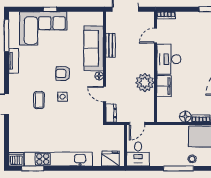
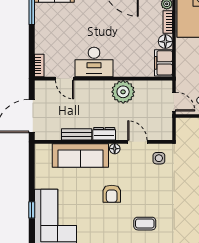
filing cabinet: (164, 86) -> (163, 63), moved, turned -90
door: (105, 94) -> (137, 142), swing flipped
side table: (63, 97) -> (159, 158), moved
dresser: (111, 113) -> (104, 134), moved

